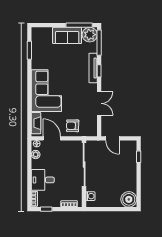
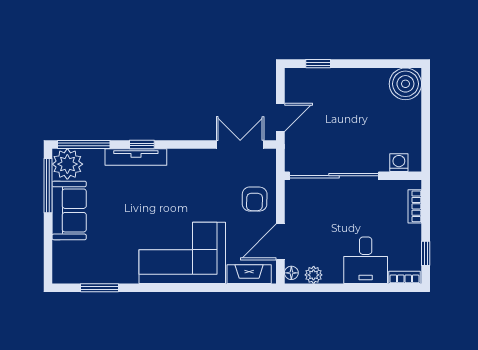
double door: (99, 103) -> (240, 145), moved

